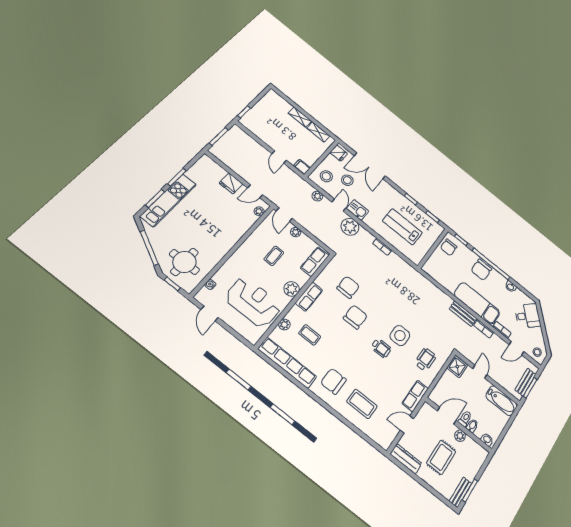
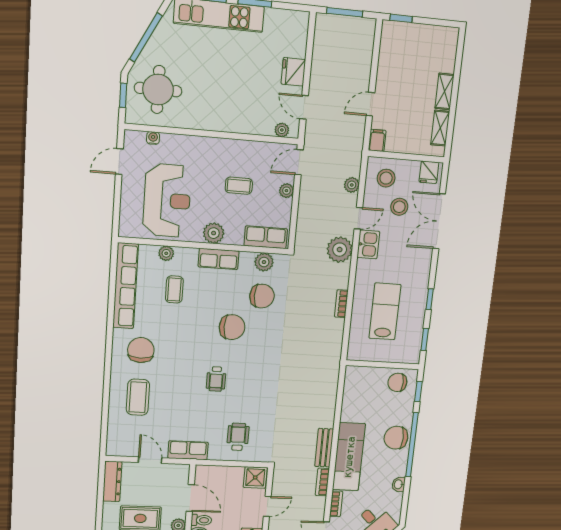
plant: (329, 272) -> (264, 262), added
side table: (400, 336) -> (246, 391), removed
wheelchair: (425, 360) -> (238, 437), turned -90

